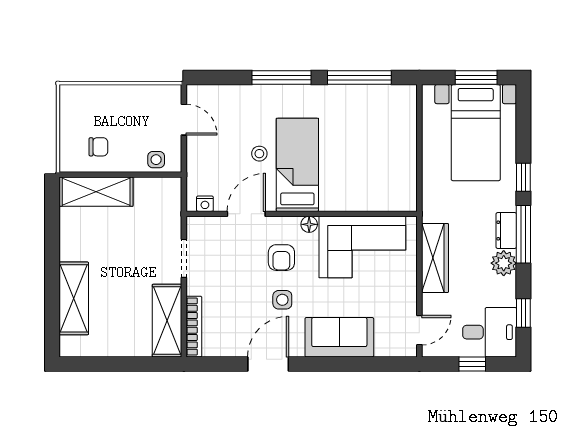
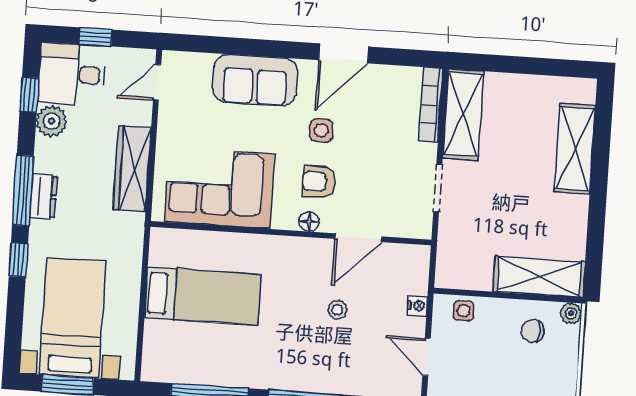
plant: (68, 163) -> (571, 313), added
bed: (297, 165) -> (203, 296), moved, turned -90
nightstand: (205, 204) -> (418, 306), moved, turned 90
floor lamp: (309, 224) -> (309, 222), moved
armchair: (281, 258) -> (319, 182), turned -90
plant: (504, 263) -> (52, 121), moved

